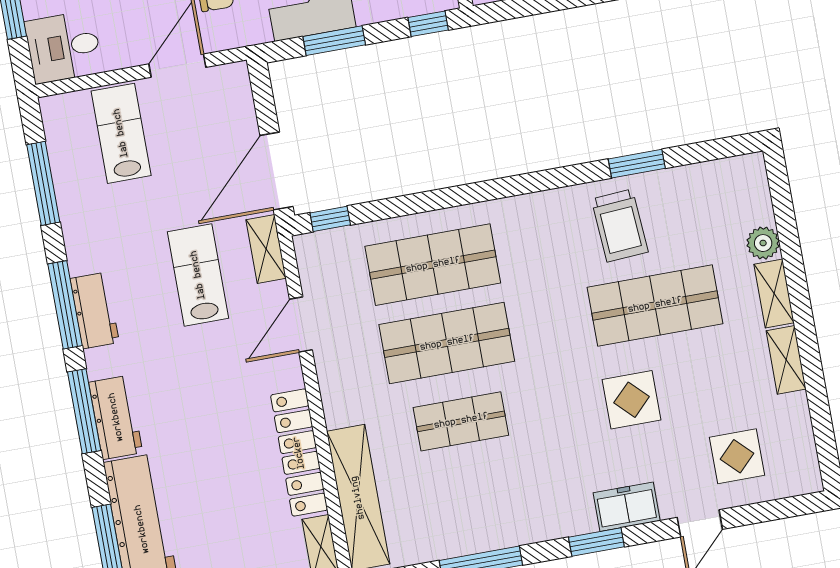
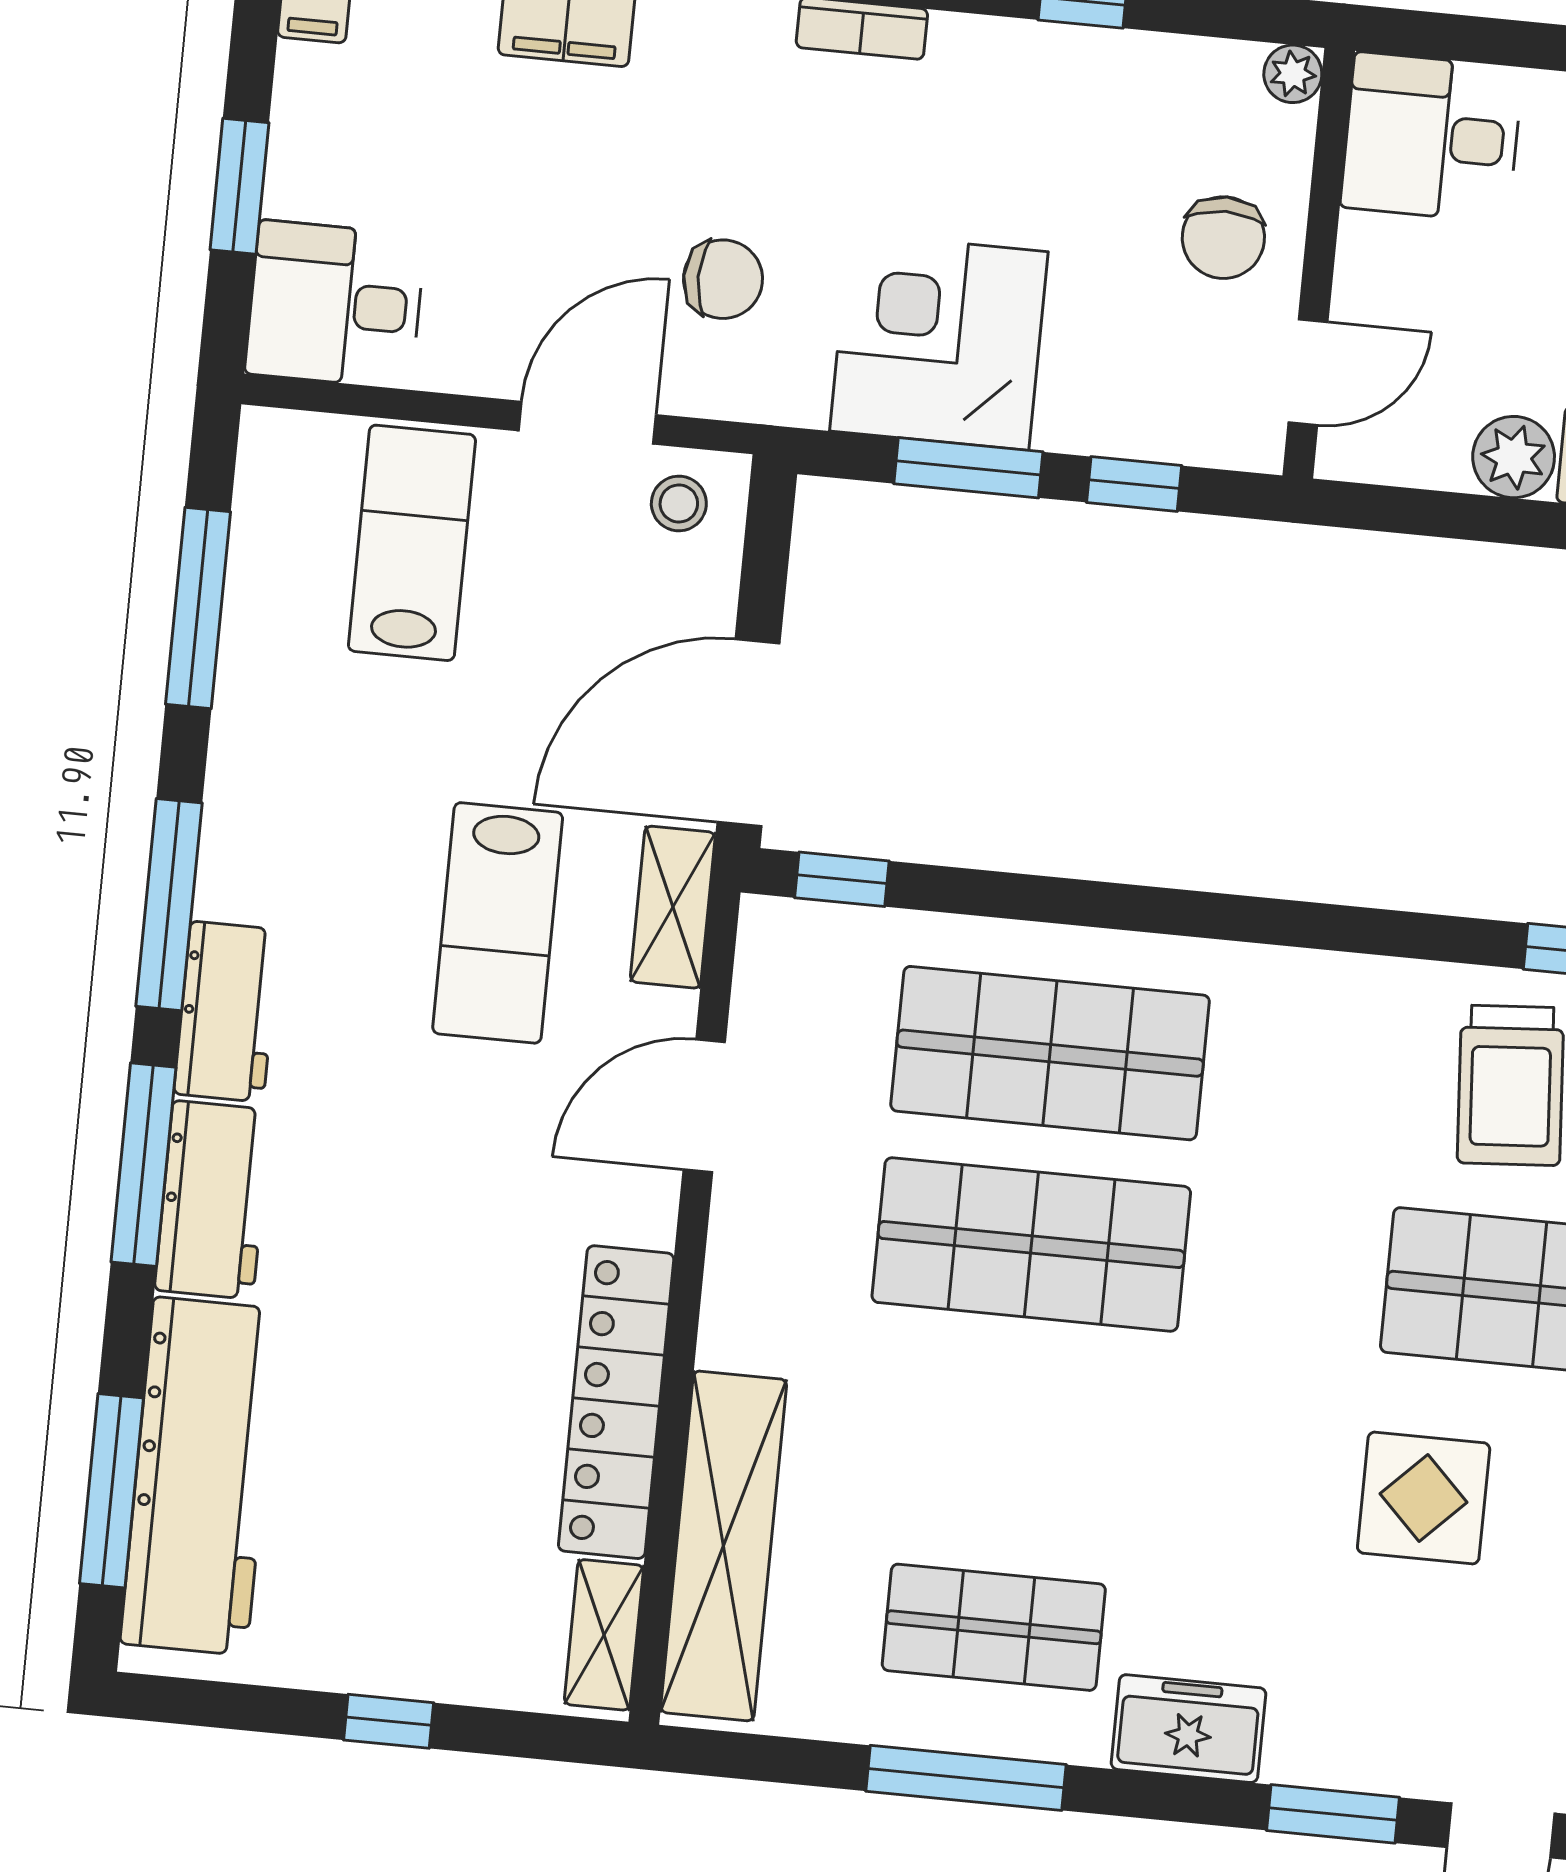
window: (428, 24) -> (1134, 484), moved
stool: (223, 88) -> (679, 503), added
lab bench: (198, 275) -> (498, 923), turned 180
workbench: (95, 311) -> (227, 1012), moved
shop shelf: (461, 421) -> (994, 1627), moved
freezer: (627, 507) -> (1189, 1729), moved
window: (596, 542) -> (1333, 1814), moved

